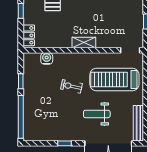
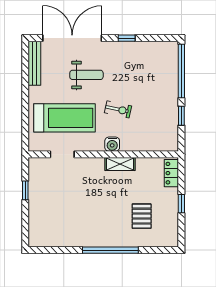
shelving: (84, 43) -> (120, 164), moved
doorway: (130, 50) -> (62, 154), moved
water cooler: (47, 58) -> (112, 144), moved

